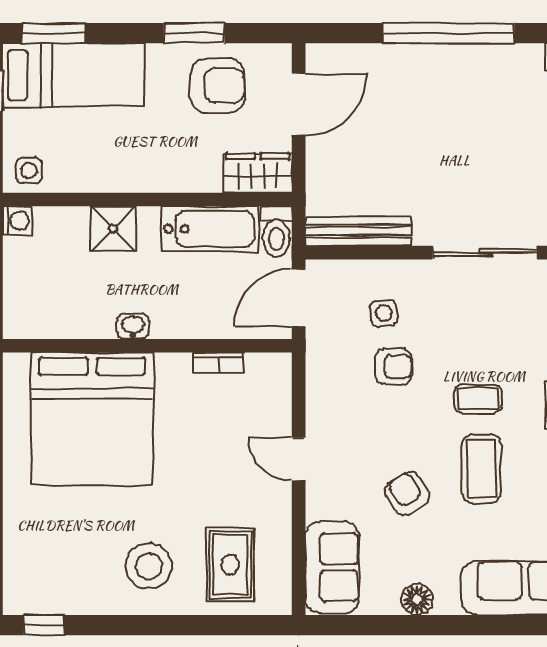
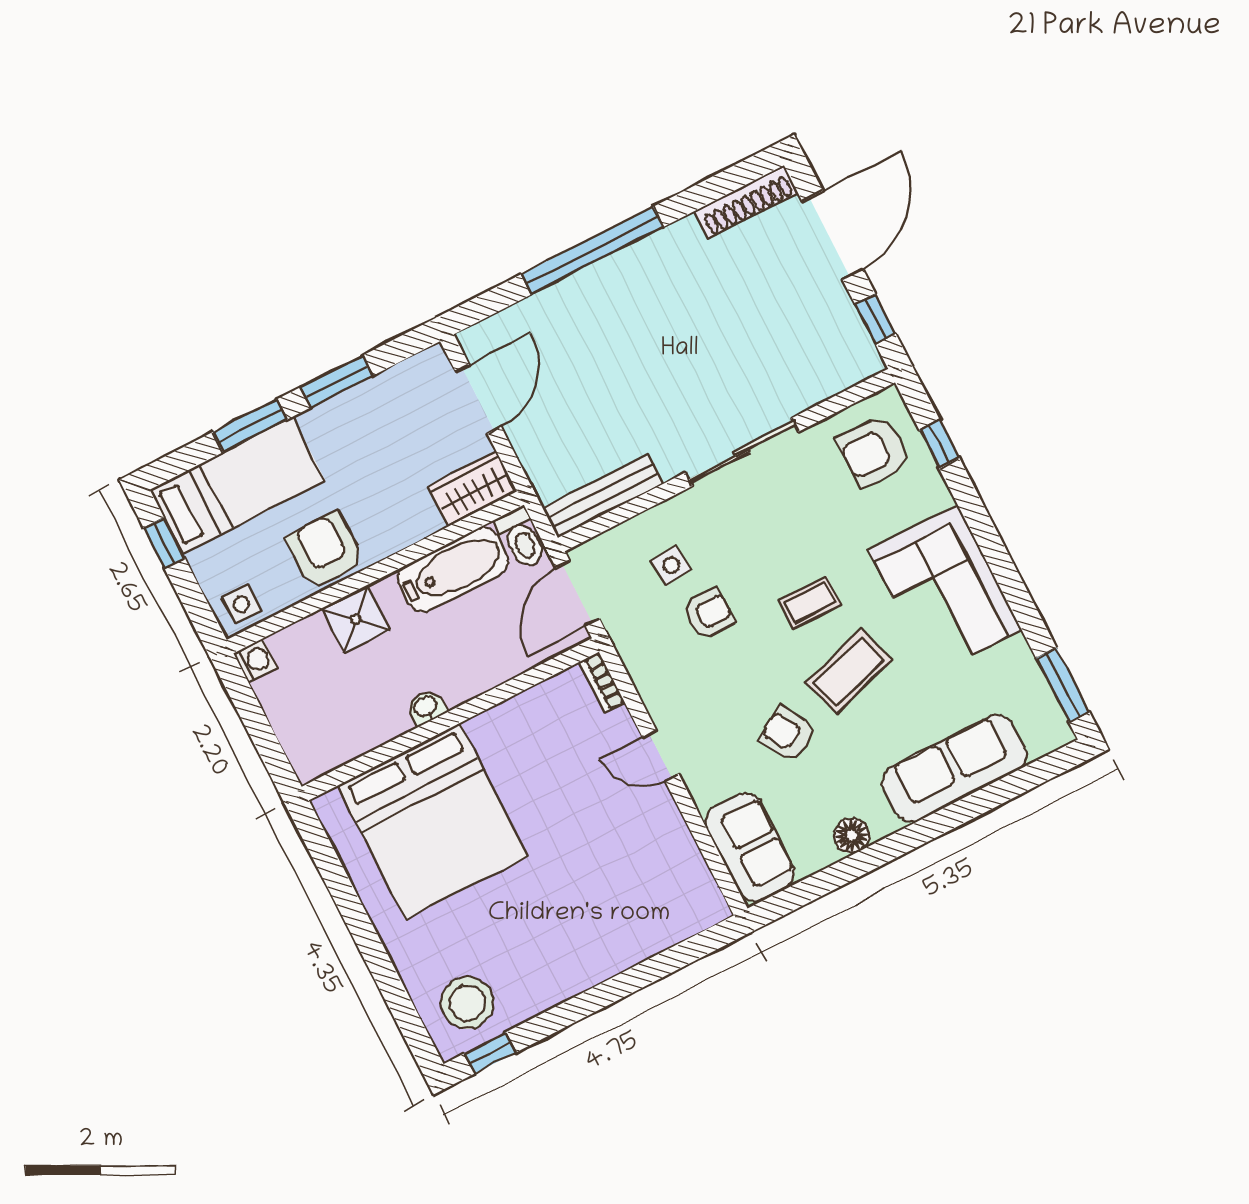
window: (54, 33) -> (250, 426), moved
armchair: (218, 86) -> (325, 550), moved, turned -90
bookcase: (218, 363) -> (602, 682), moved, turned 90
coffee table: (481, 469) -> (849, 671), turned 73
rug: (230, 565) -> (646, 896), removed
stool: (149, 566) -> (467, 1003), moved

